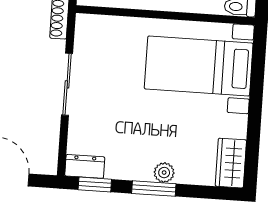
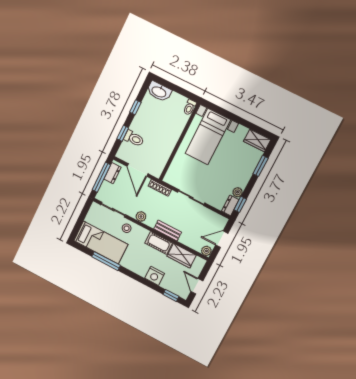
plant: (164, 173) -> (238, 192), moved
window: (154, 189) -> (261, 166), moved

